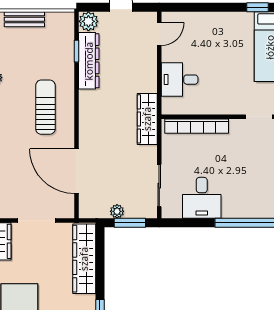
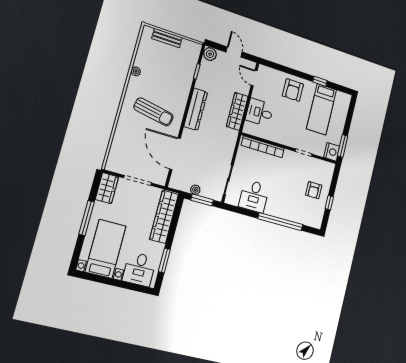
armchair: (220, 33) -> (293, 90), added
door: (159, 34) -> (254, 78), swing flipped
dresser: (89, 61) -> (196, 109), moved
sun lounger: (45, 107) -> (154, 112), moved, turned 101
wardrobe: (147, 119) -> (237, 111), moved

